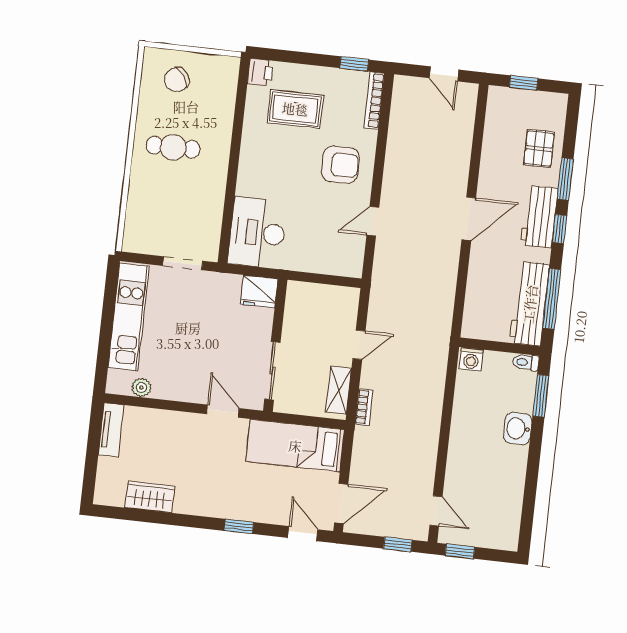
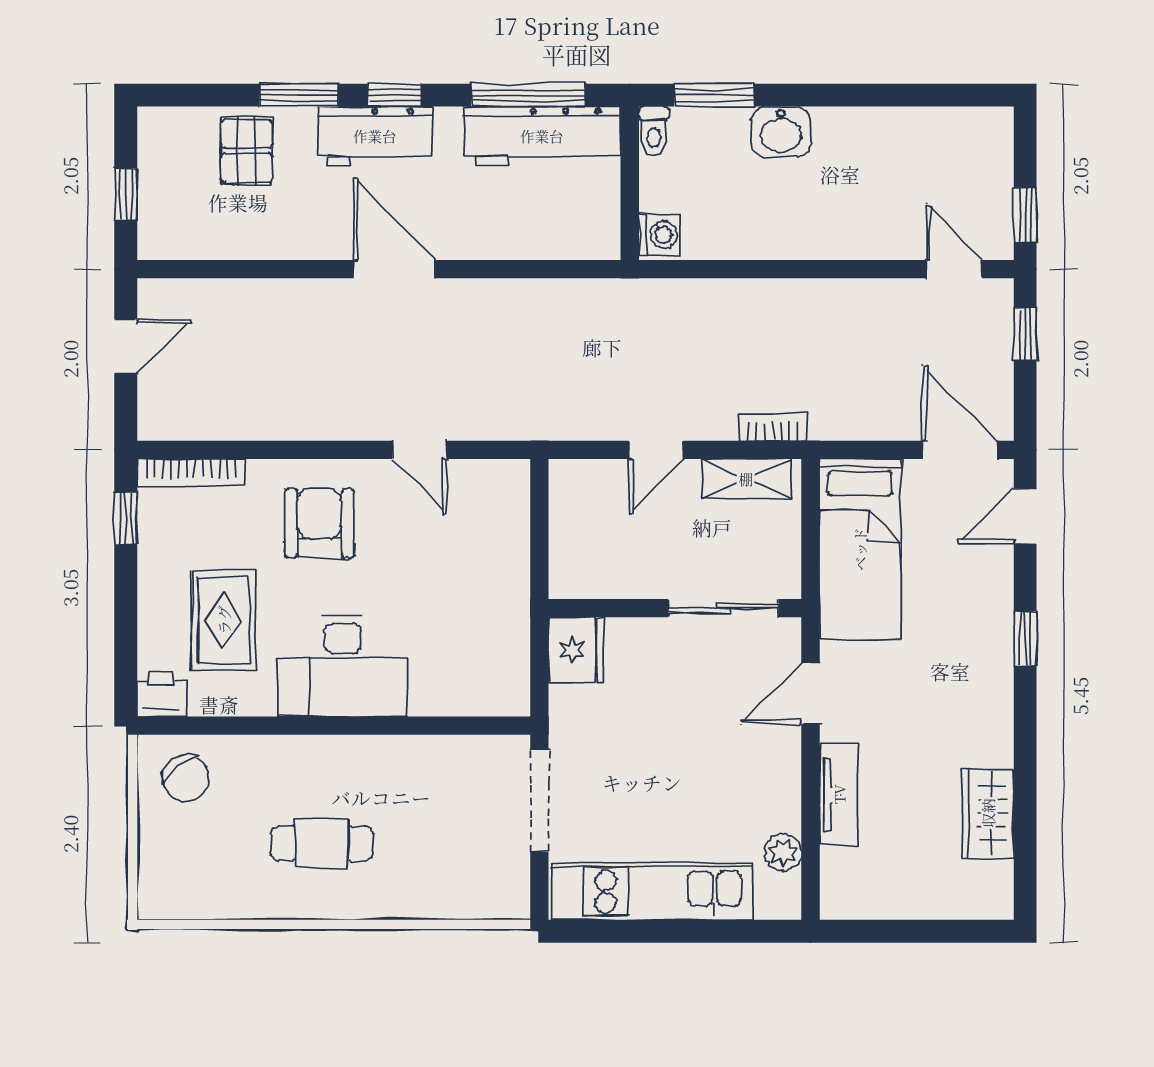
chair: (177, 80) -> (186, 778), moved
cafe table: (173, 147) -> (322, 843), turned 90
pallet: (539, 148) -> (247, 151), turned 90
desk: (257, 233) -> (343, 666), moved
doorway: (183, 263) -> (539, 800), width x1.38
door: (359, 345) -> (656, 450), swing flipped
tv unit: (111, 430) -> (839, 794), moved, turned 90
door: (436, 511) -> (954, 269), hinge flipped

